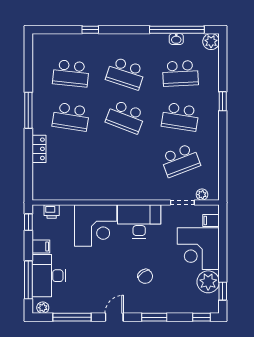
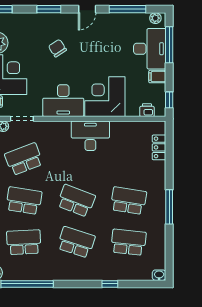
washbasin: (176, 39) -> (159, 275), moved
locker: (39, 149) -> (159, 147), moved
desk: (111, 185) -> (90, 136), added

